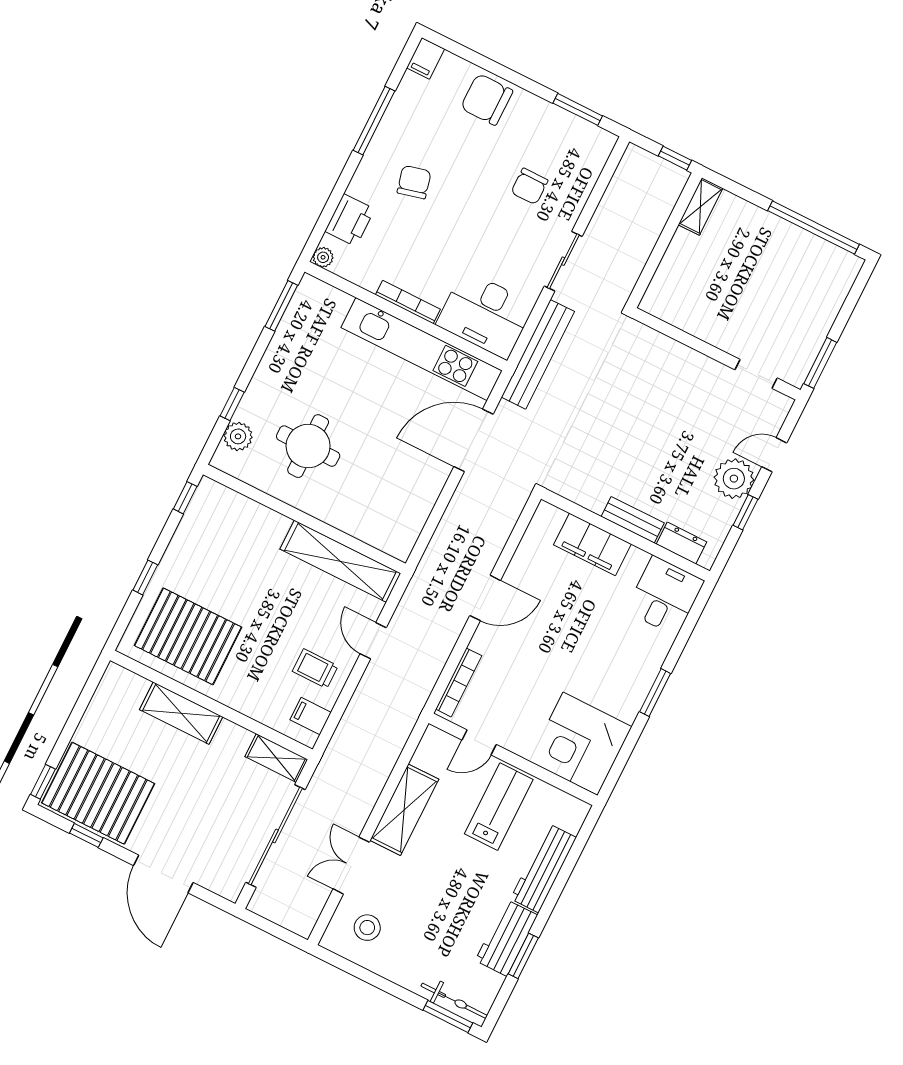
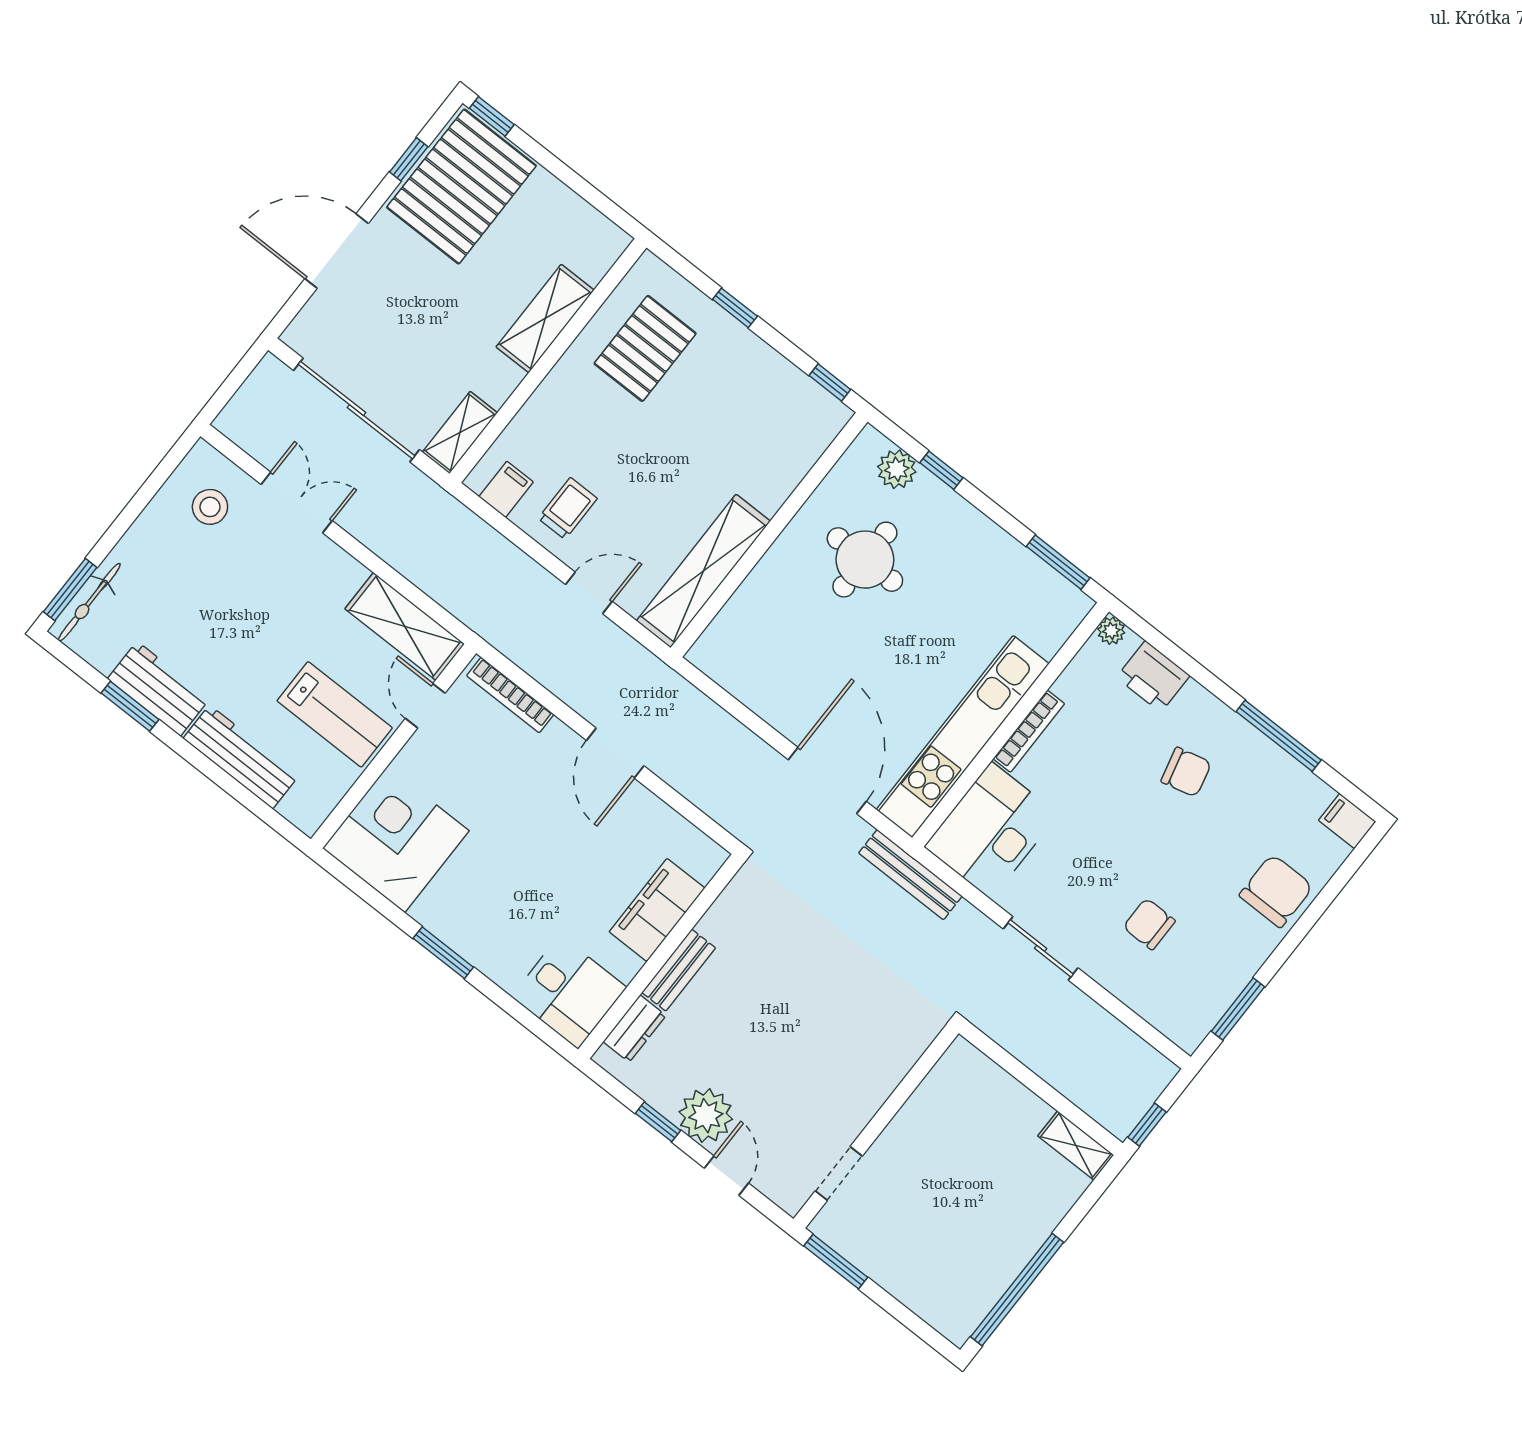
bench: (538, 354) -> (910, 875), width x0.73, depth x0.82
pallet: (188, 636) -> (645, 348), width x0.73, depth x0.71
shelving: (404, 810) -> (405, 626), moved

